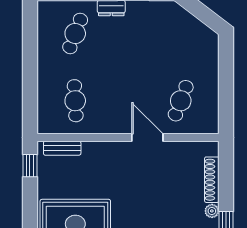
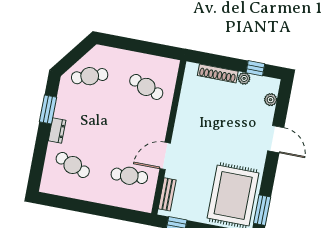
cafe table: (181, 33) -> (90, 76), added
door: (147, 138) -> (165, 156), moved

